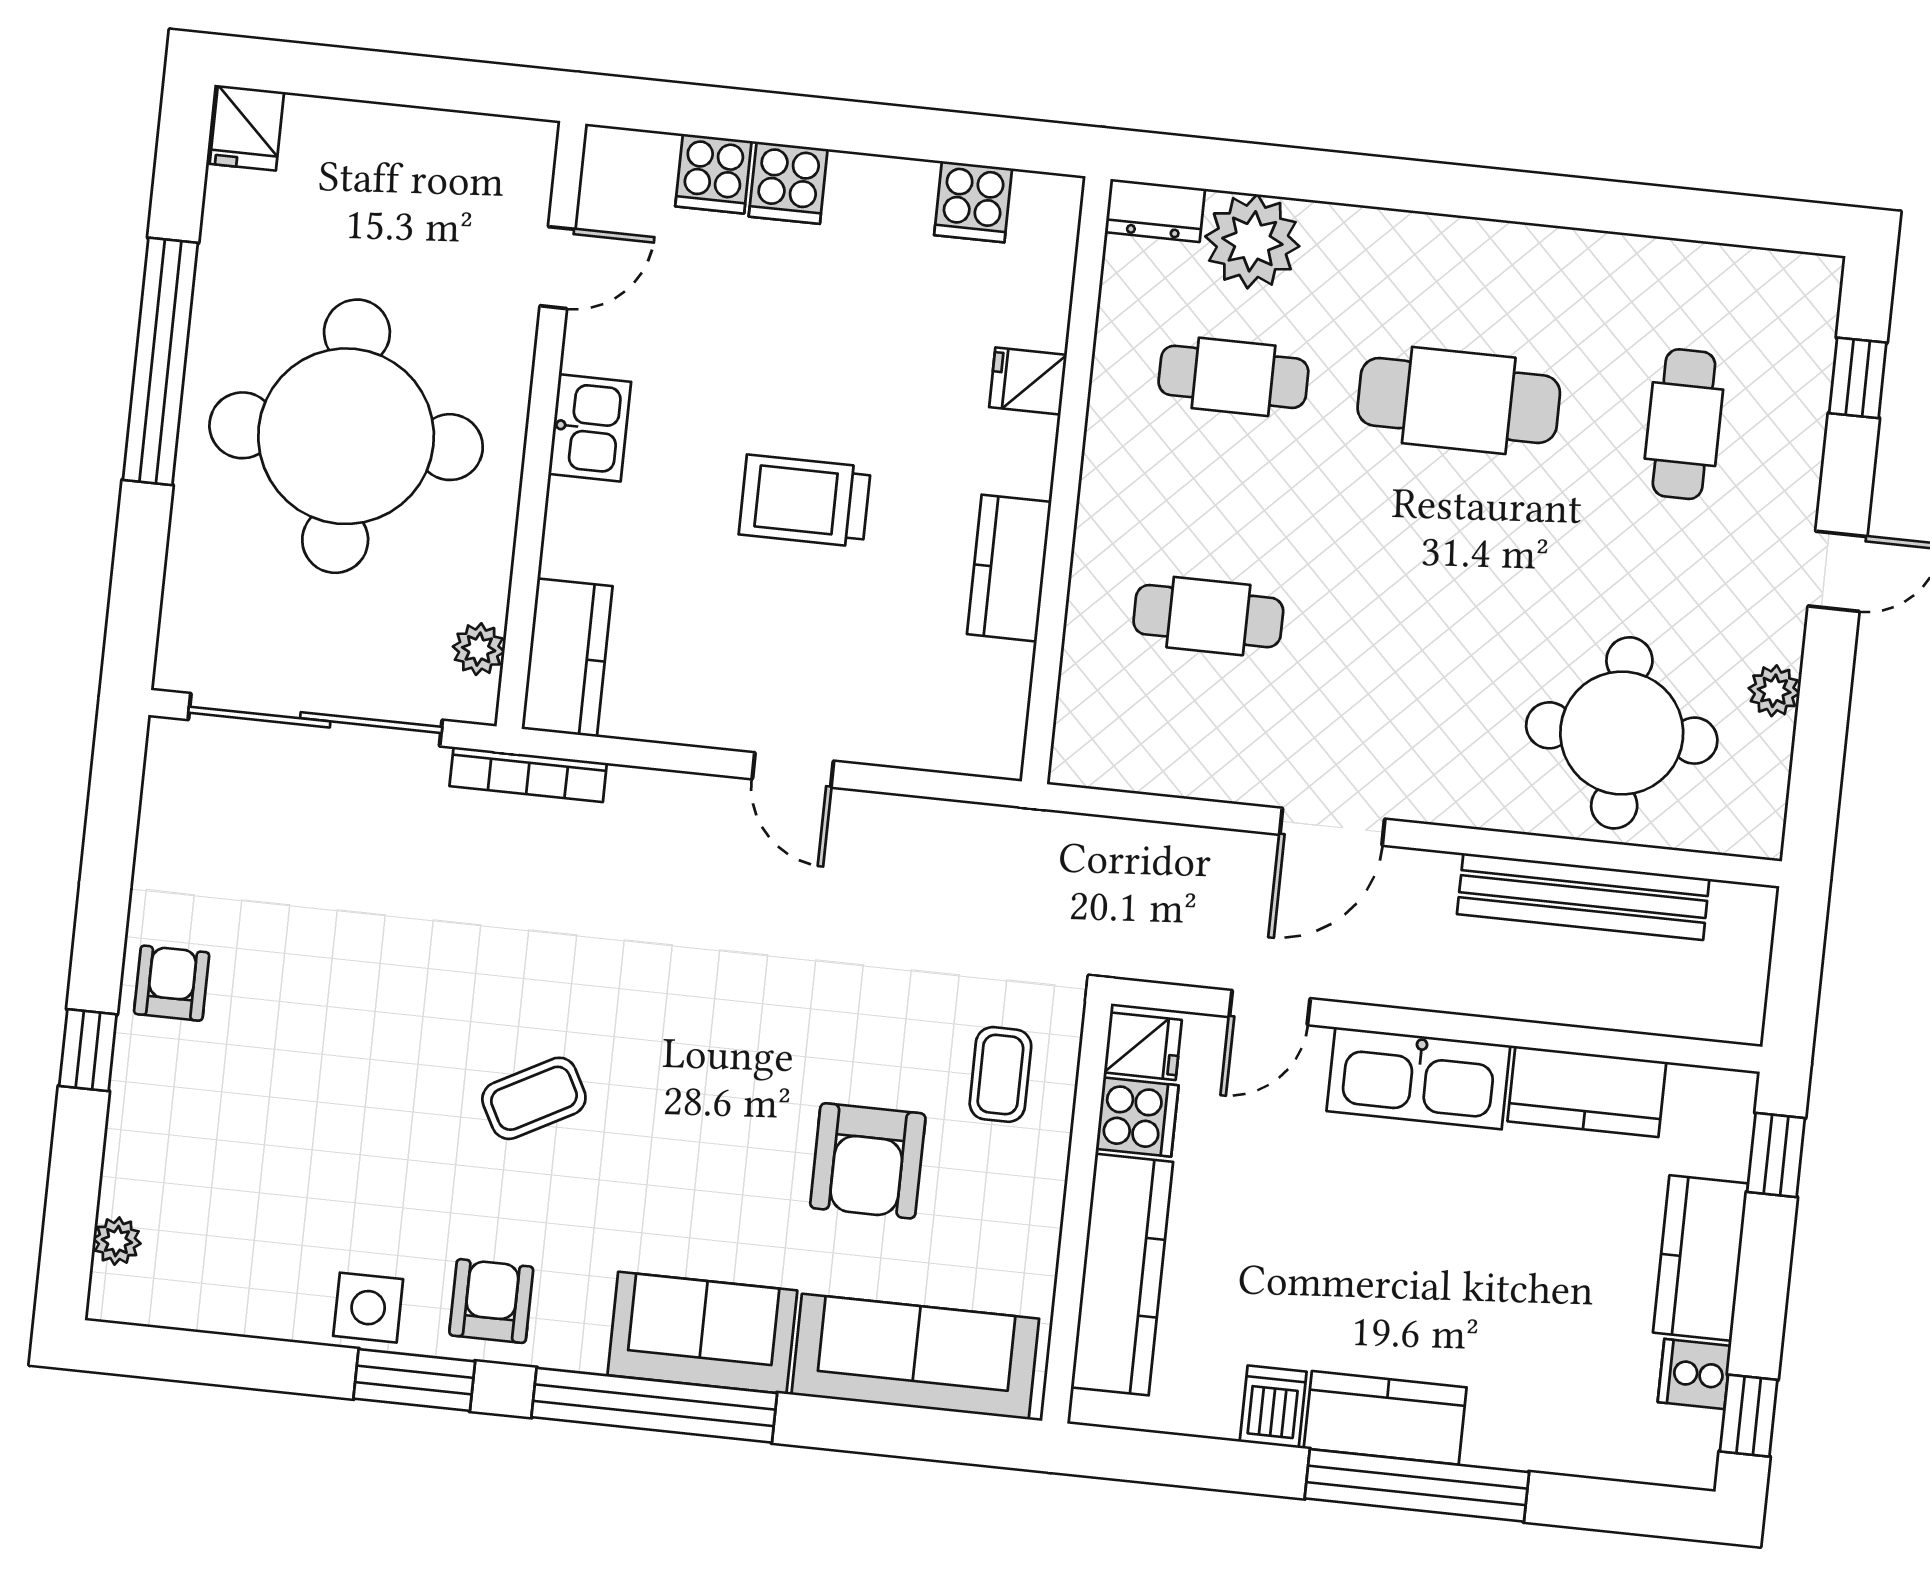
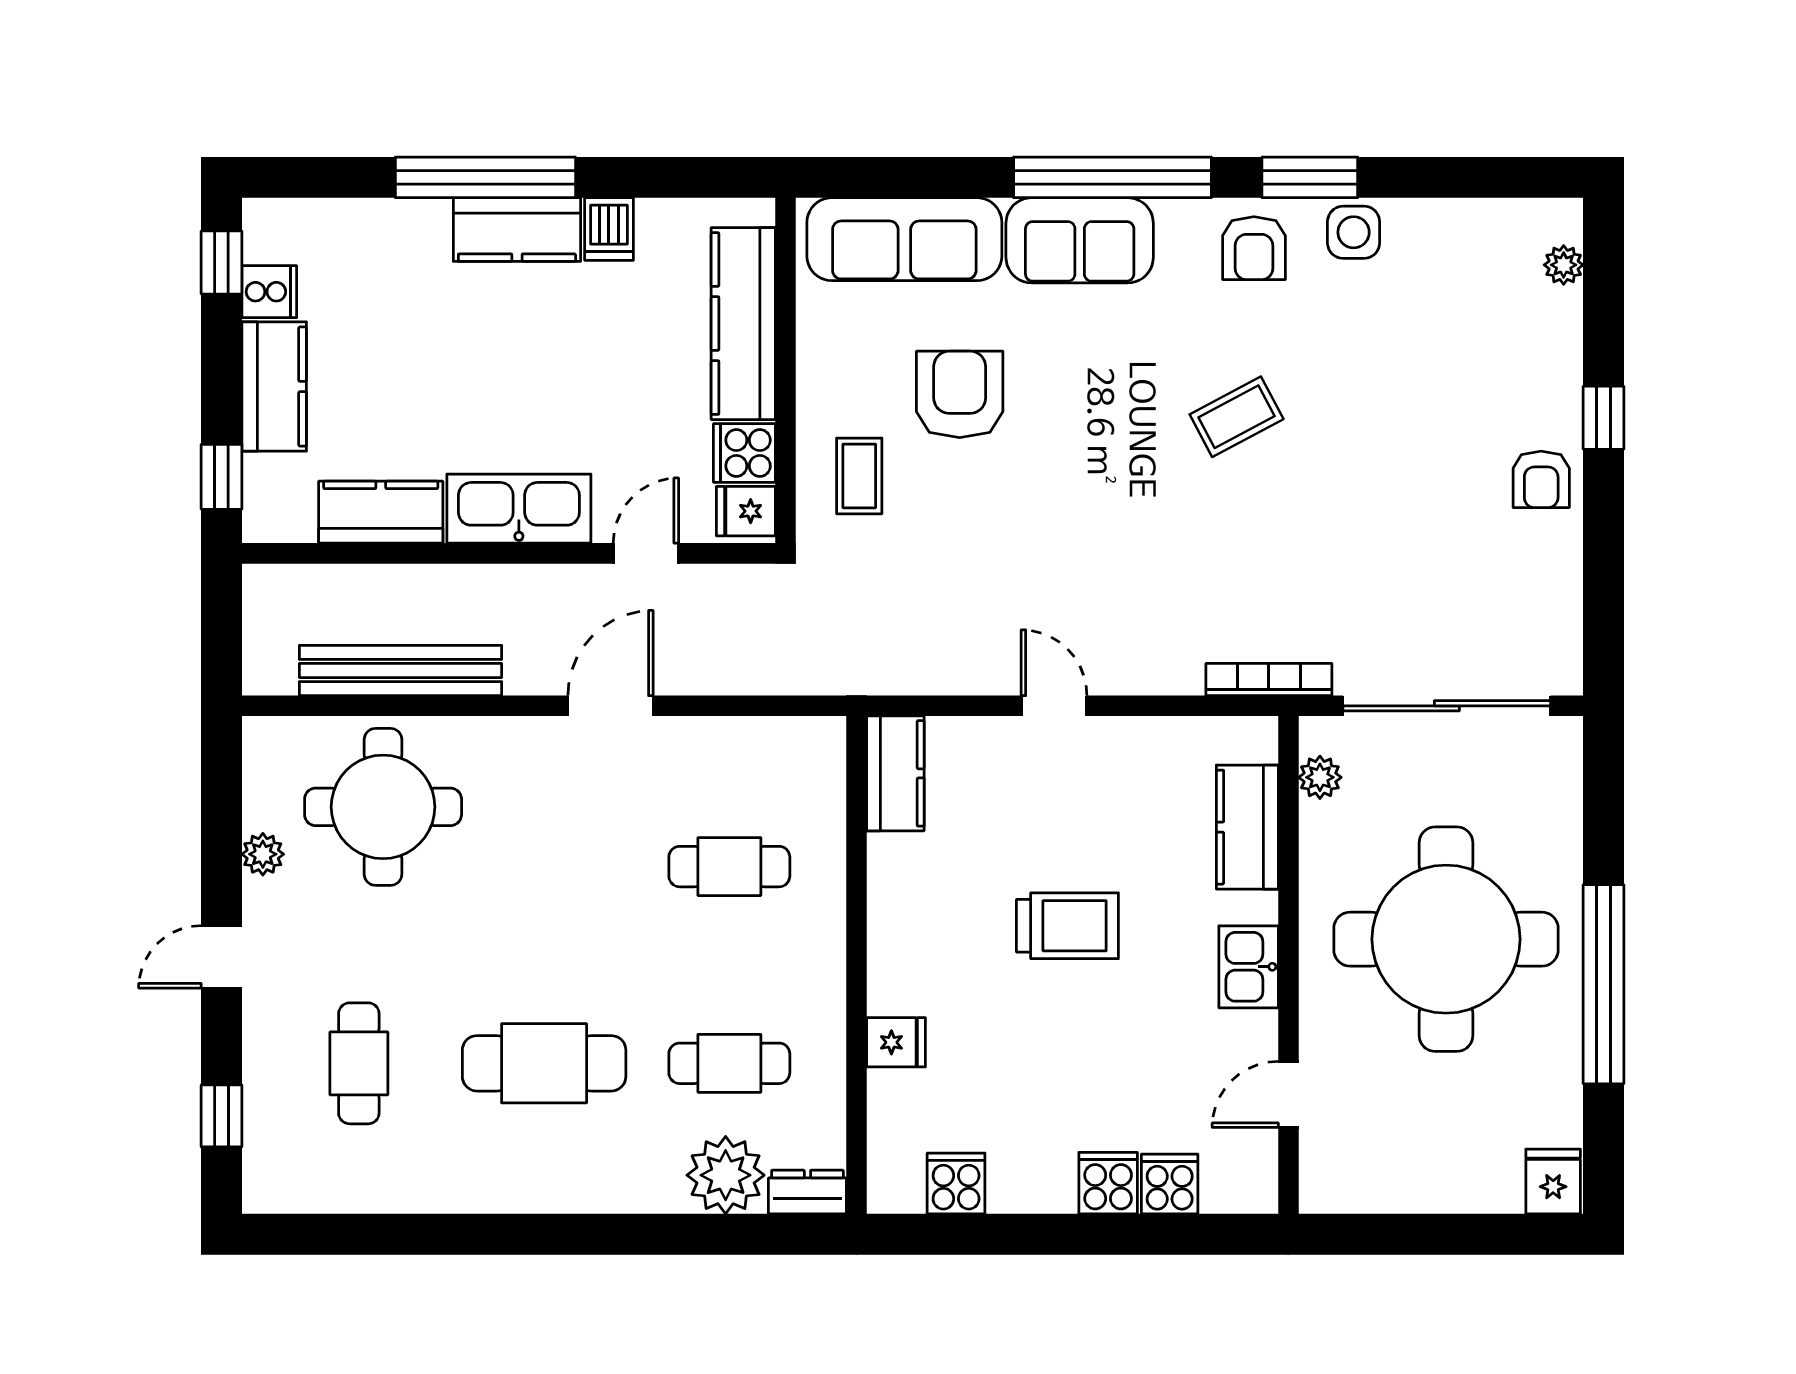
kitchen counter: (1009, 568) -> (895, 773), moved
kitchen counter: (567, 658) -> (1247, 827), moved

